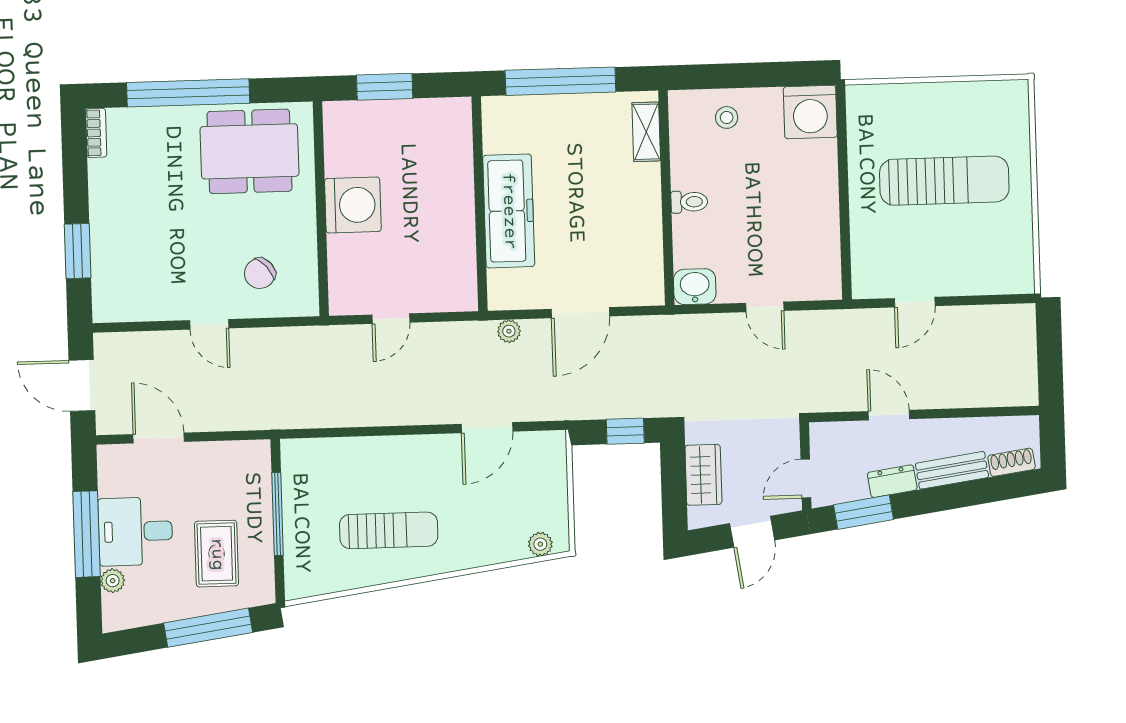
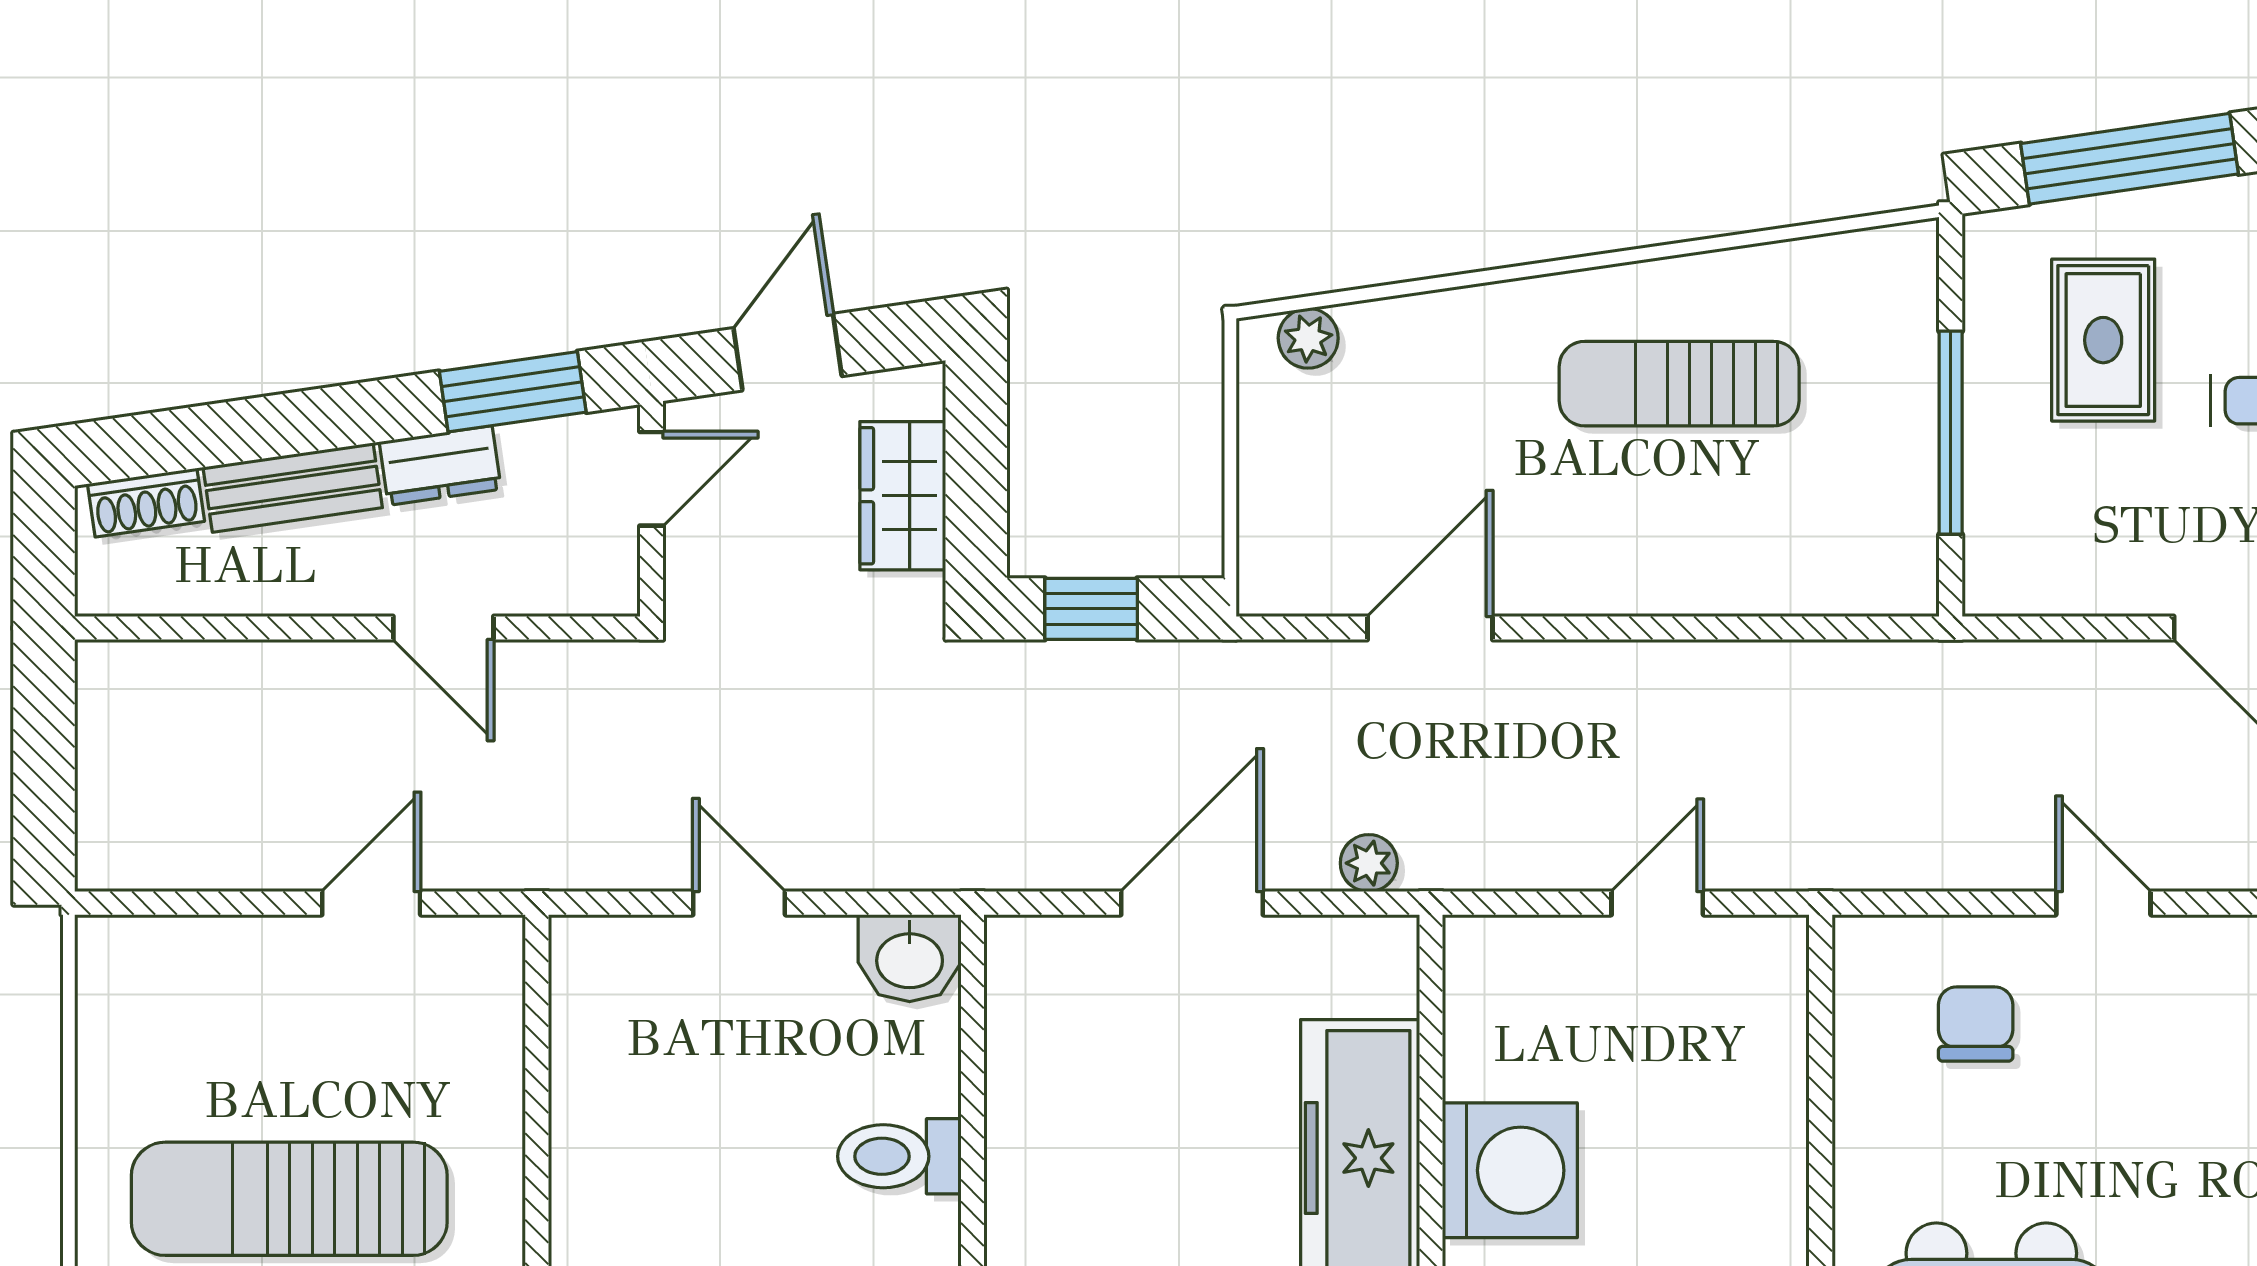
toilet: (689, 202) -> (899, 1156), width x1.37, depth x1.39
washing machine: (353, 205) -> (1510, 1170), moved, turned 180
chair: (260, 273) -> (1976, 1024), turned -49

